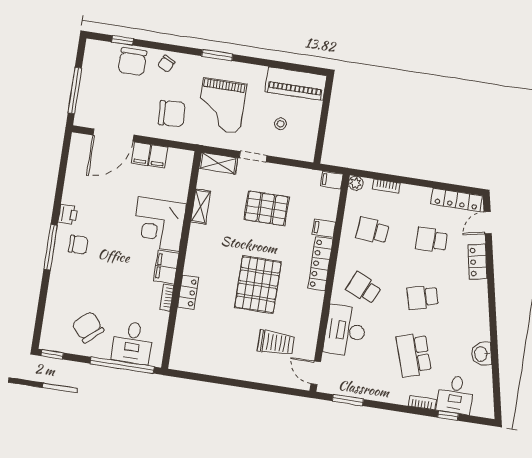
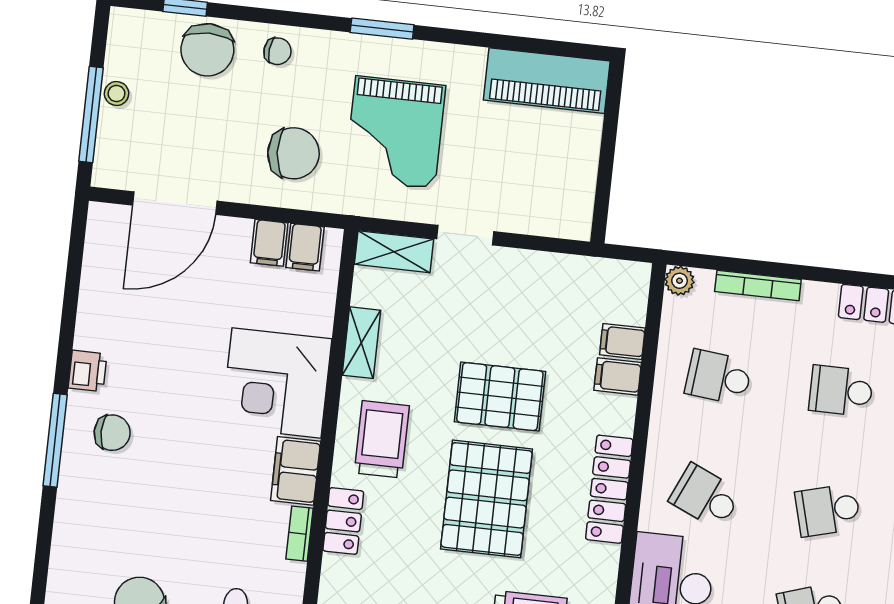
chair: (166, 64) -> (277, 51), turned -110
stool: (281, 124) -> (116, 94), moved
filing cabinet: (141, 154) -> (305, 247), moved
filing cabinet: (332, 180) -> (622, 341), moved
bookcase: (386, 186) -> (758, 286), width x1.56
pallet: (266, 208) -> (500, 397), moved
trolley: (208, 254) -> (382, 439), added
locker: (320, 264) -> (609, 489), moved

